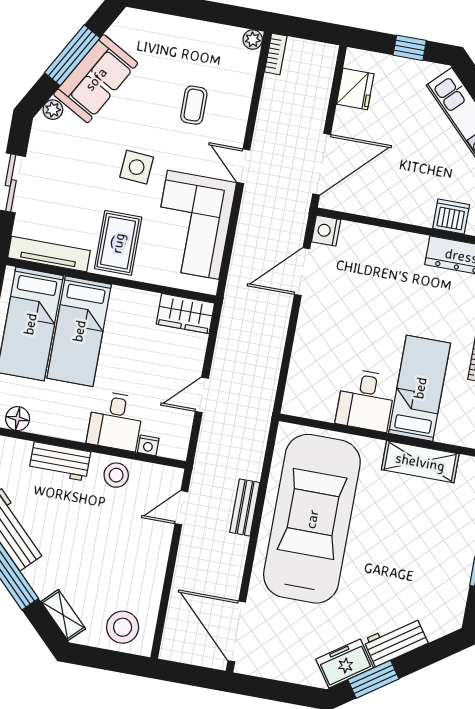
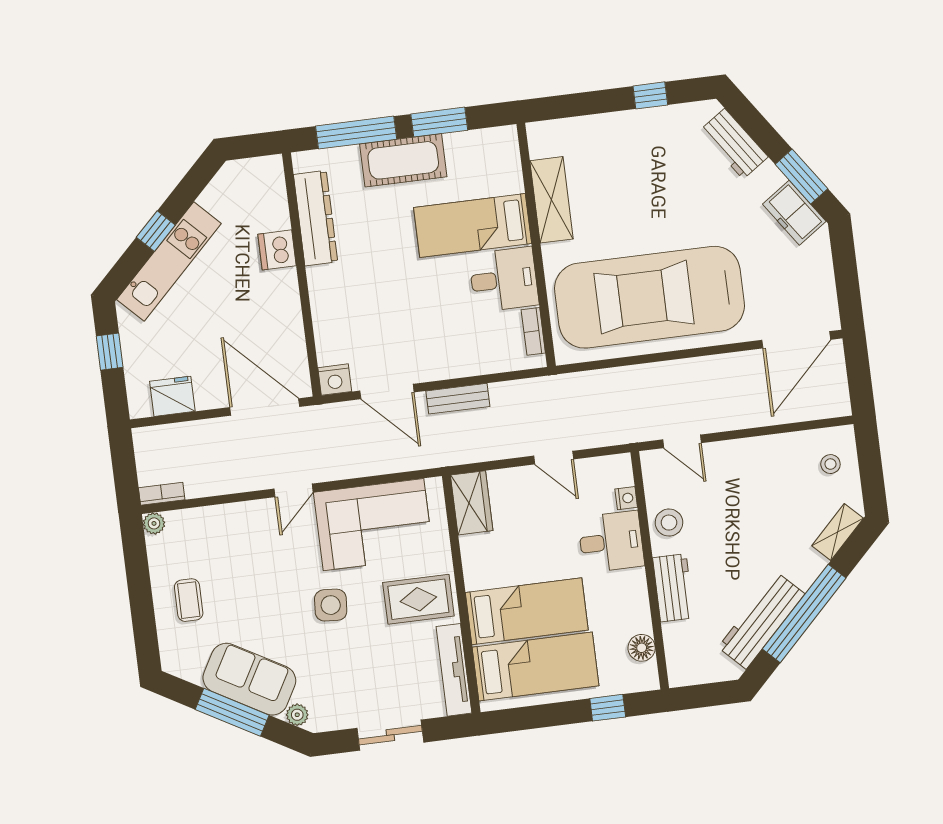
coffee table: (194, 105) -> (189, 600), moved, turned 90
bookcase: (314, 411) -> (533, 331), added
bench: (245, 507) -> (458, 399), moved
stool: (123, 627) -> (830, 464), width x0.53, depth x0.53
workbench: (396, 641) -> (734, 144), moved

